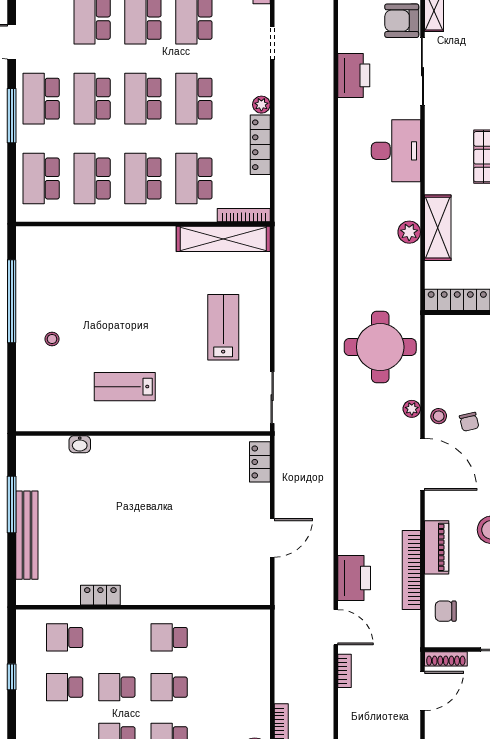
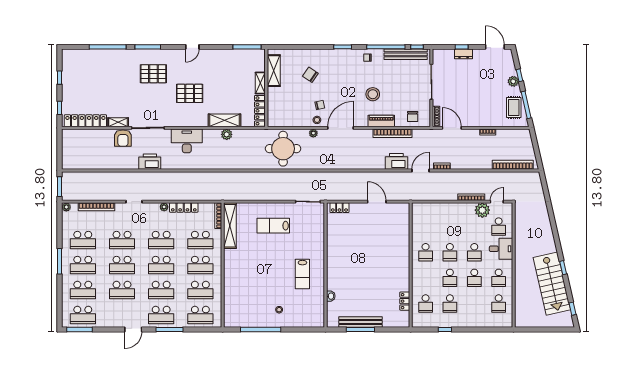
bench: (27, 535) -> (361, 322), moved
locker: (100, 595) -> (405, 301), moved

